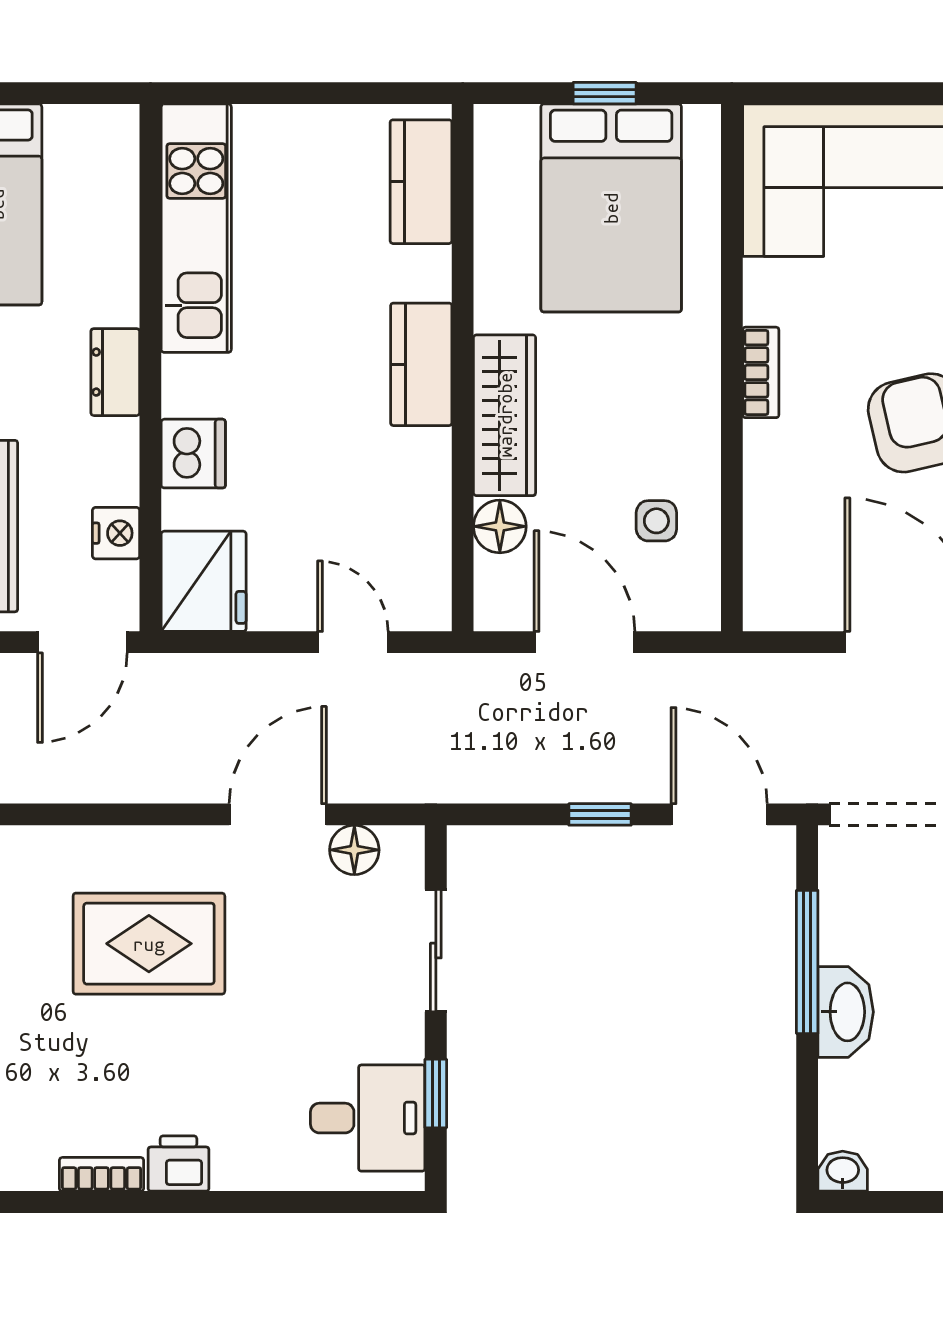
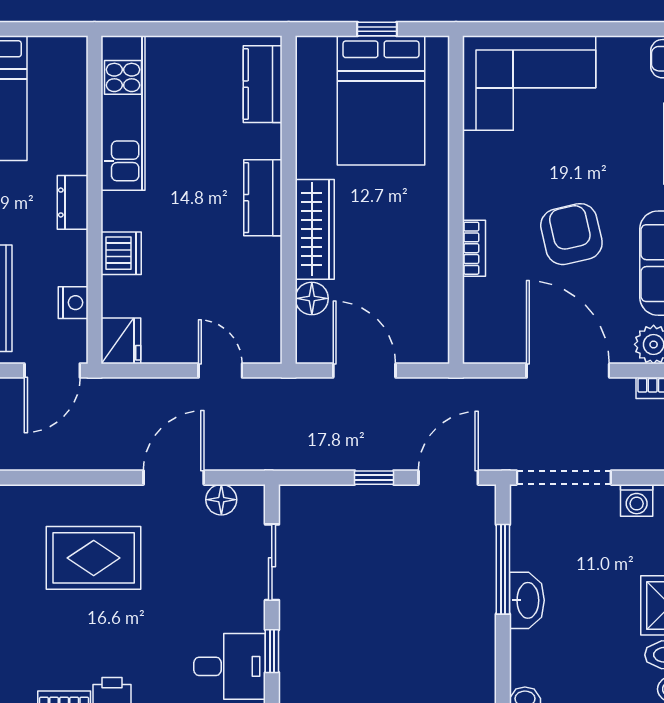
bookcase: (761, 372) -> (474, 248), moved
side table: (656, 521) -> (409, 295), removed
fridge: (204, 581) -> (121, 341), width x0.73, depth x0.75
door: (719, 814) -> (448, 478), hinge flipped

